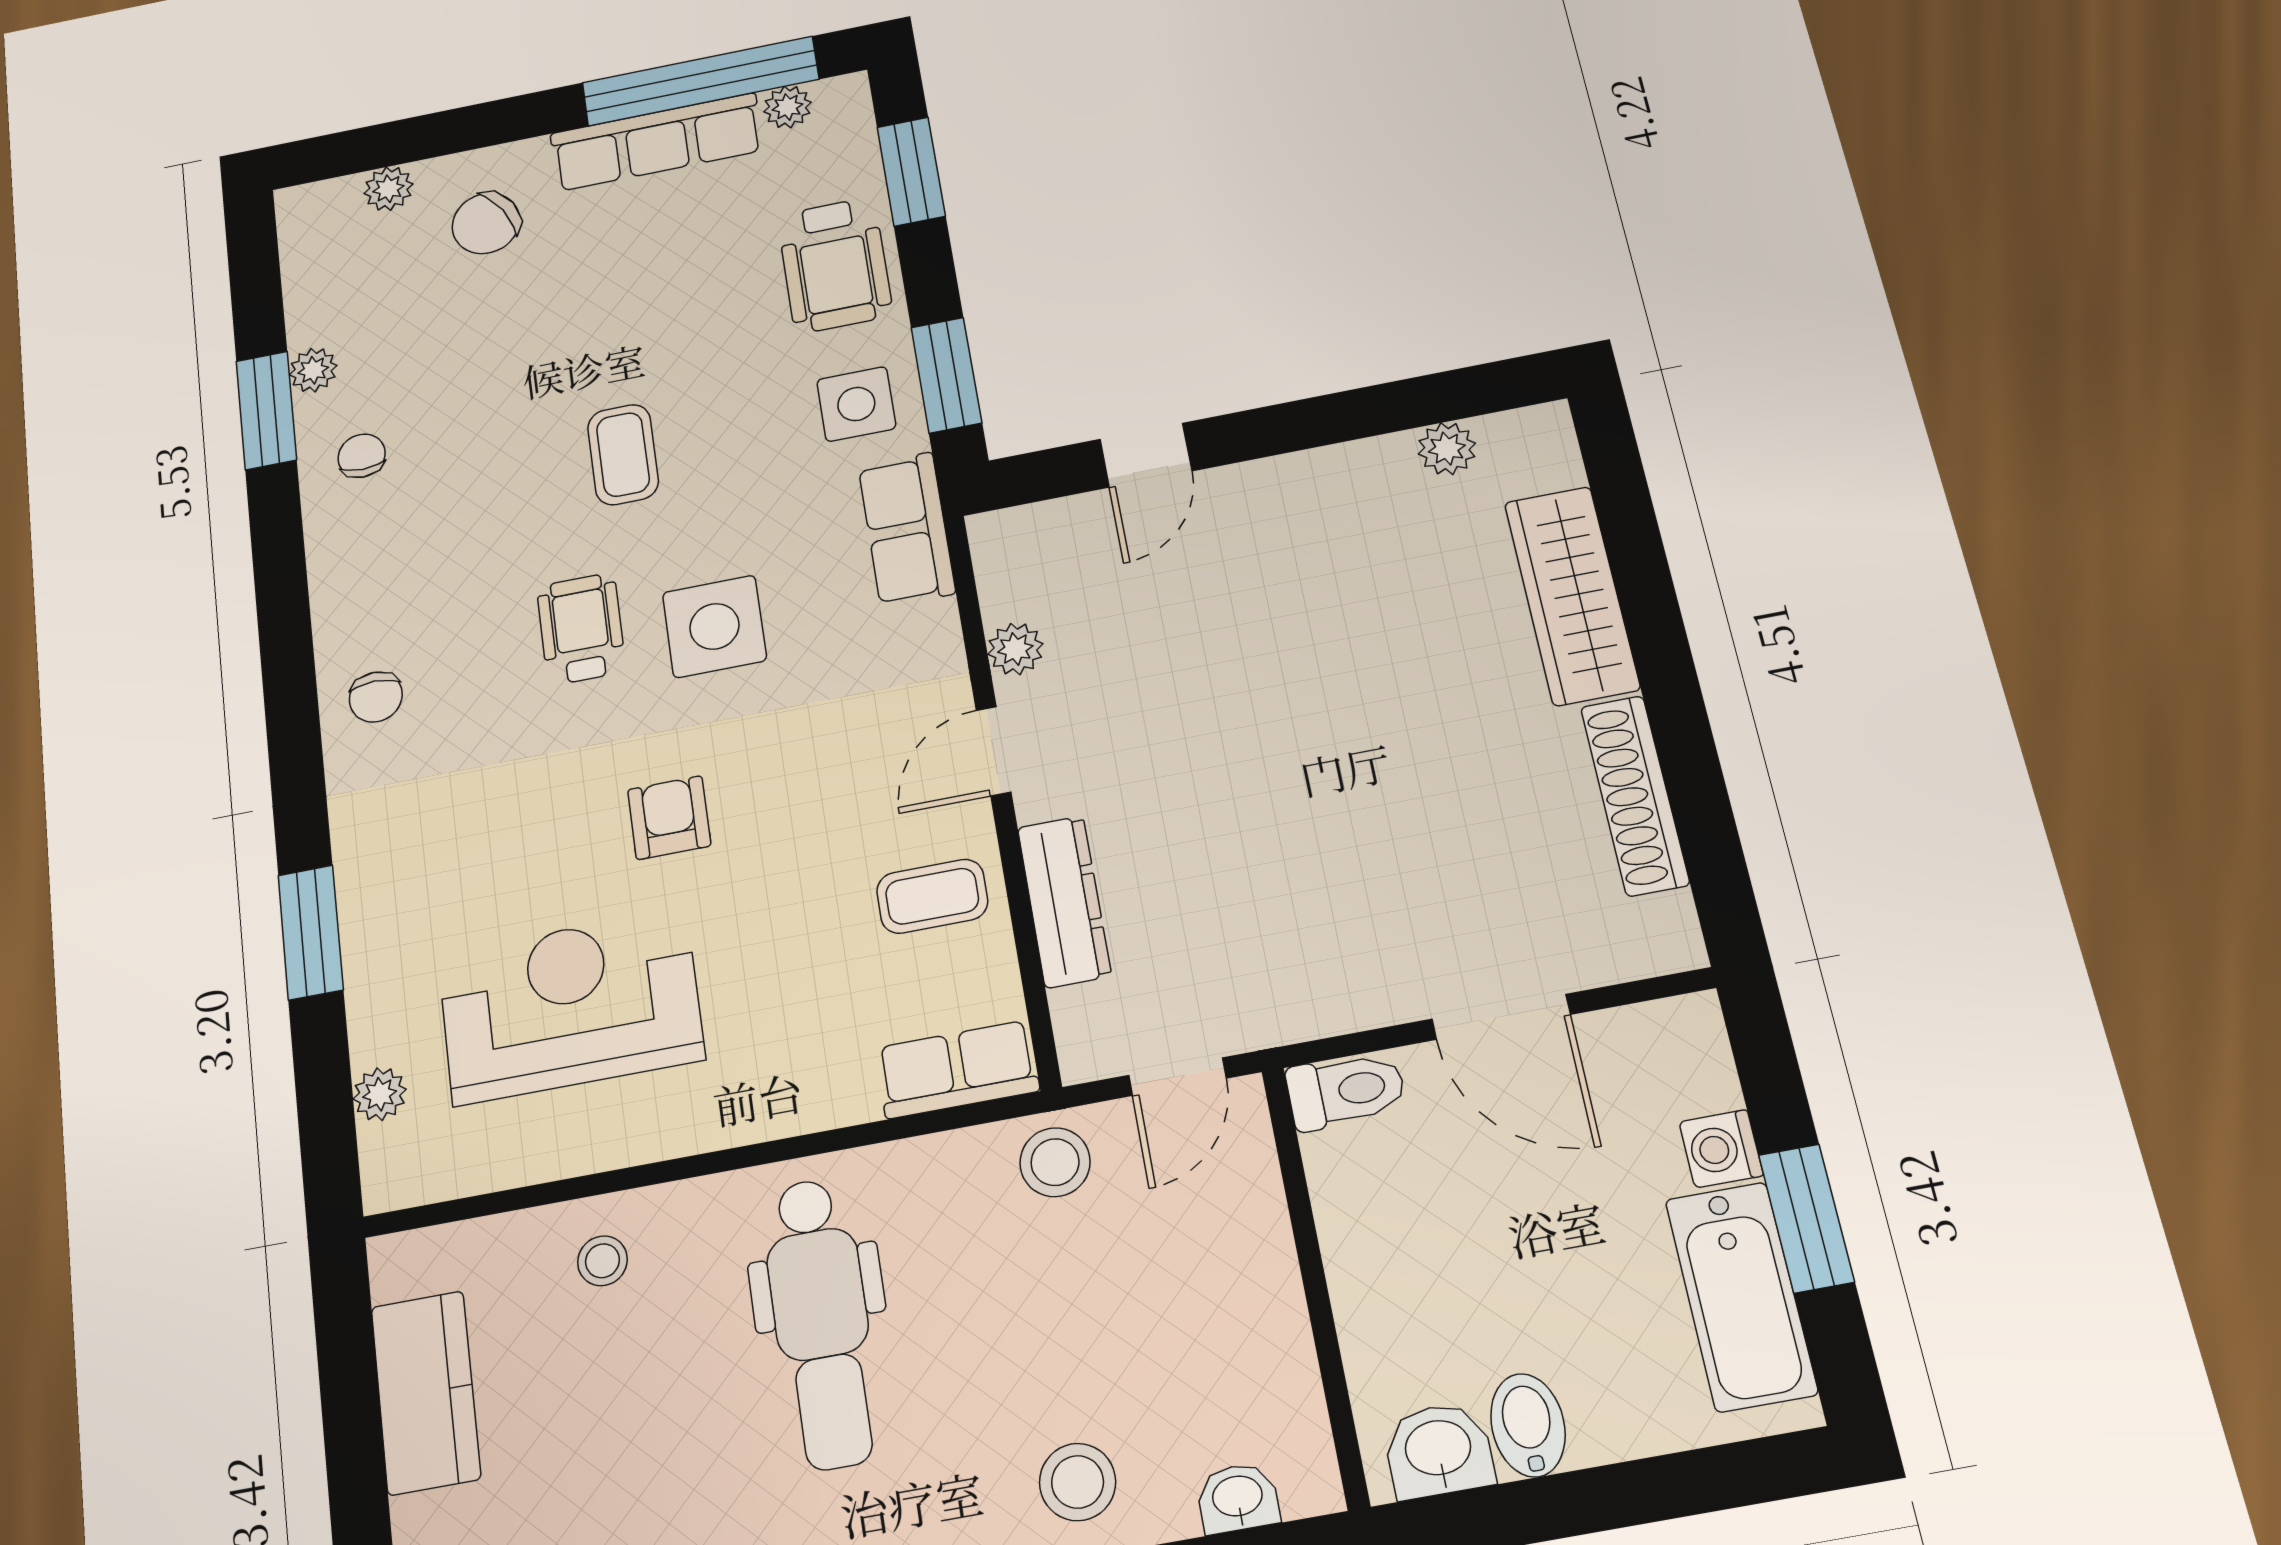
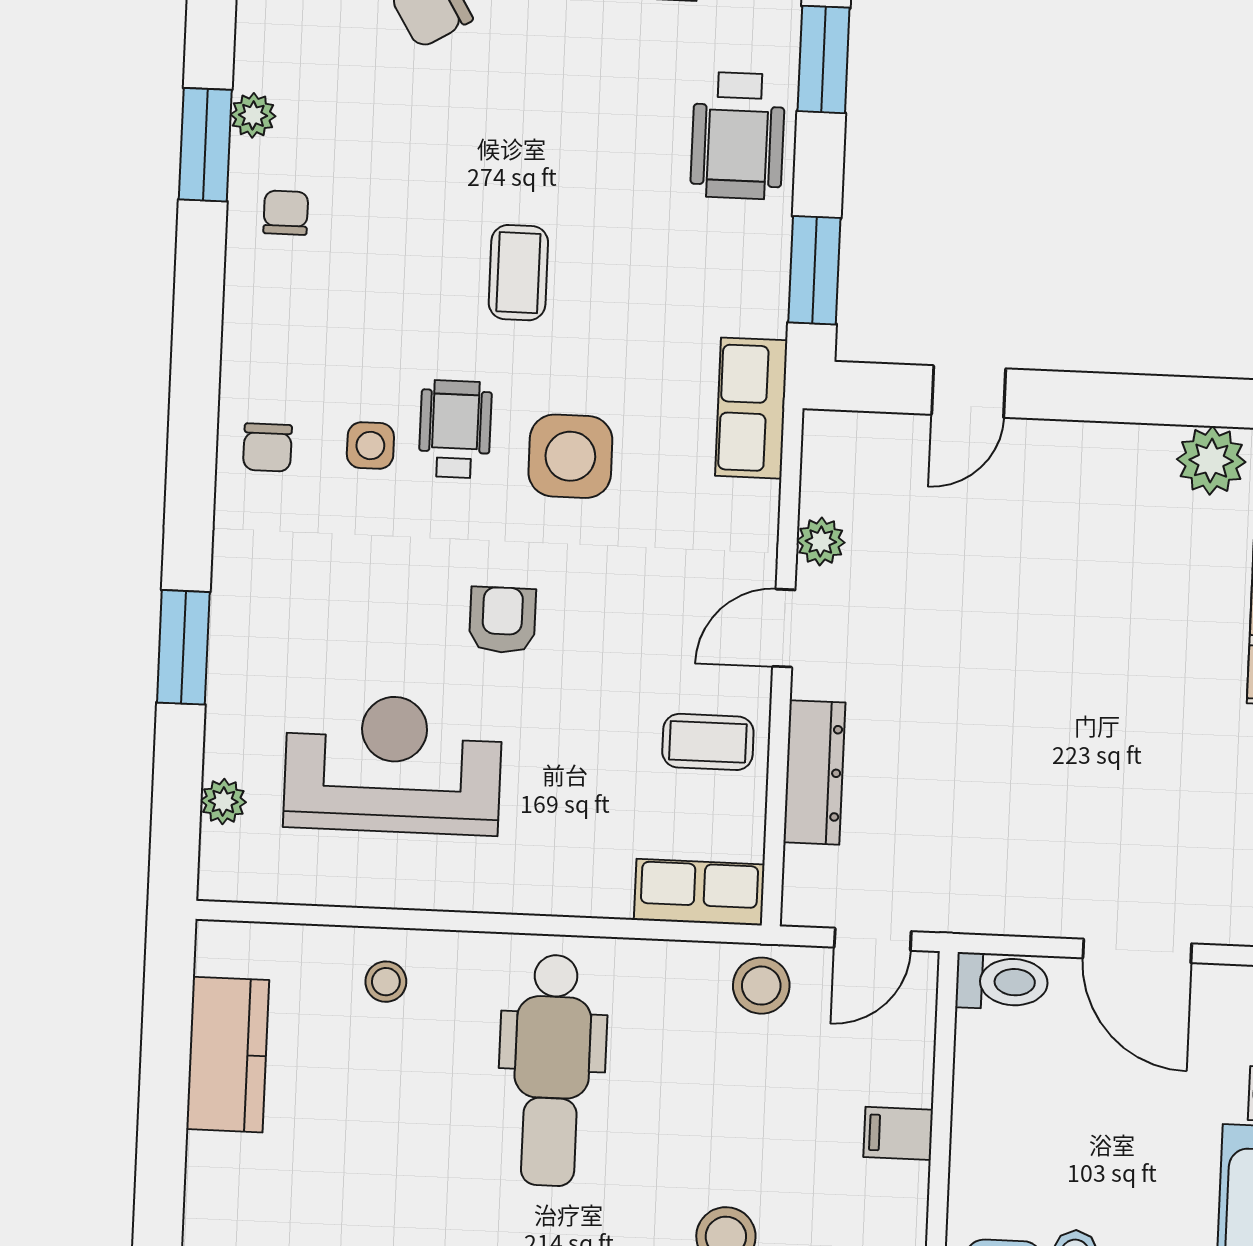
side table: (856, 404) -> (370, 446), moved, width x0.73, depth x0.73
plant: (1447, 449) -> (1211, 461), width x1.38, depth x1.38
filing cabinet: (1263, 1304) -> (898, 1133), added

